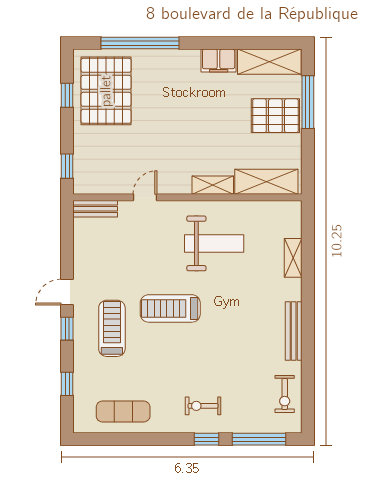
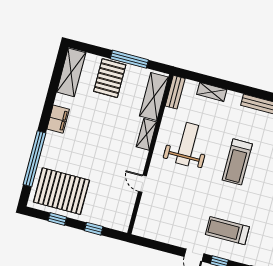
filing cabinet: (219, 61) -> (58, 119), moved
window: (308, 102) -> (129, 59), moved
window: (67, 166) -> (94, 229), moved
bench: (95, 209) -> (175, 92), moved
treadmill: (170, 308) -> (237, 162), moved

